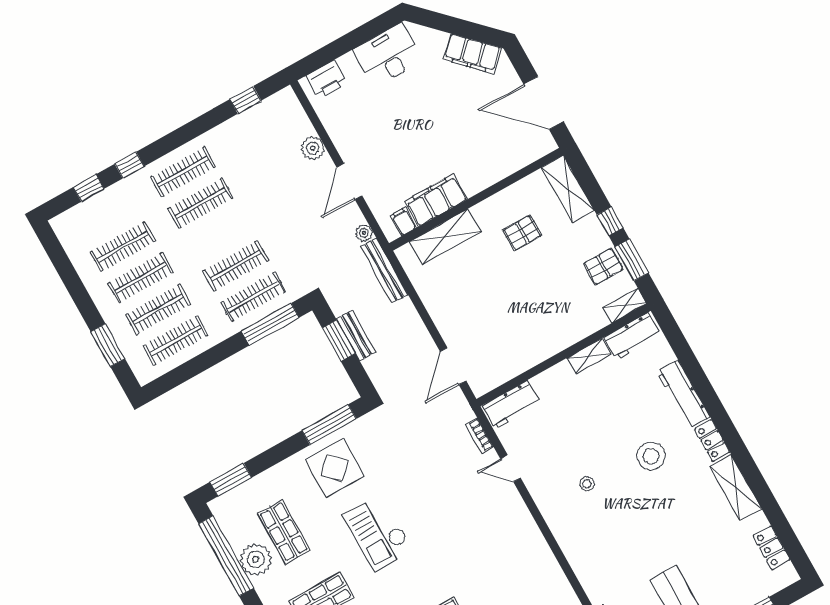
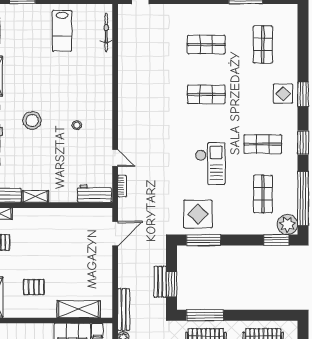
display table: (335, 468) -> (198, 214), moved
plant: (256, 559) -> (287, 224), moved

